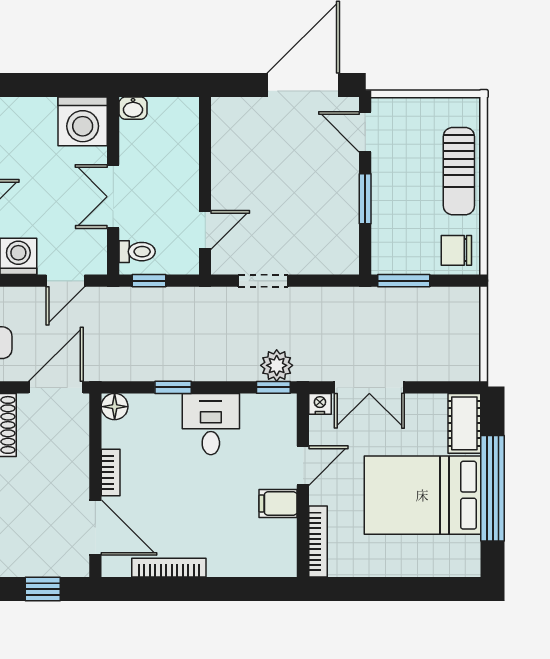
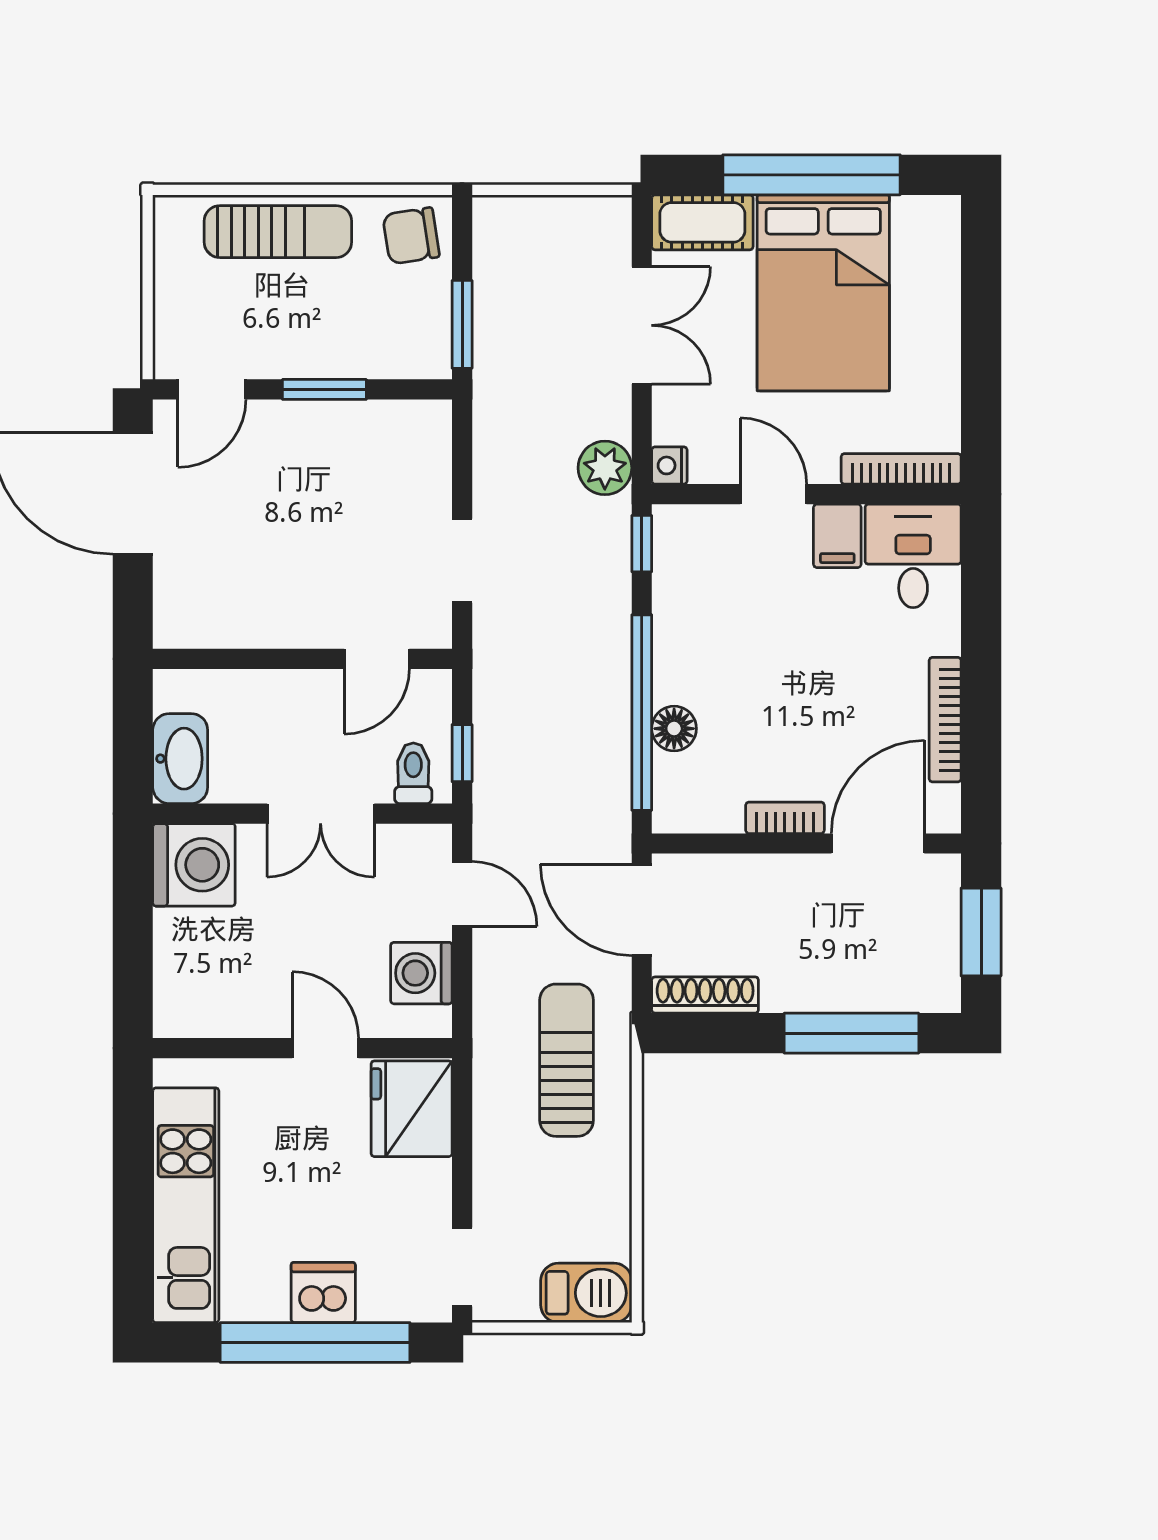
washbasin: (133, 108) -> (180, 759), width x1.91, depth x1.45
door: (205, 230) -> (377, 659), swing flipped
chair: (456, 250) -> (411, 236), turned 81
plant: (277, 365) -> (605, 468), moved
window: (173, 387) -> (642, 713), width x3.17
double door: (369, 387) -> (642, 325), moved
floor lamp: (115, 407) -> (674, 729), moved
desk: (211, 424) -> (913, 556), moved, turned 90
window: (43, 589) -> (981, 932), width x1.50

